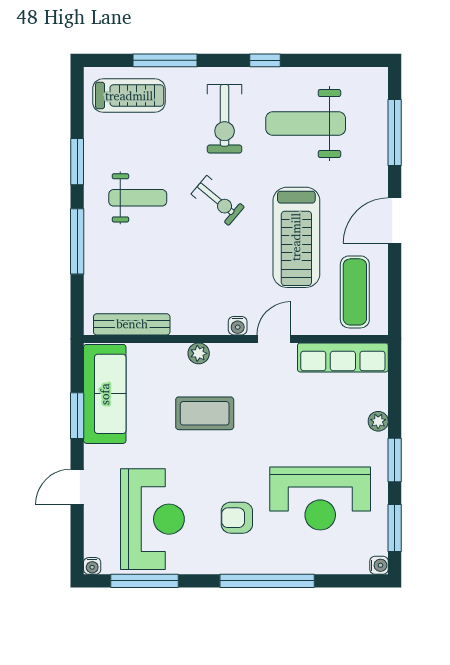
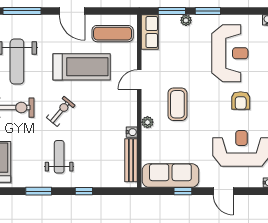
window: (77, 241) -> (84, 191), width x0.46
water cooler: (238, 326) -> (132, 132), moved
door: (274, 339) -> (139, 80), hinge flipped
row of seats: (343, 357) -> (150, 32), width x0.68
coffee table: (205, 413) -> (177, 104), moved
window: (77, 416) -> (183, 191), width x0.67
window: (395, 528) -> (172, 11), moved

